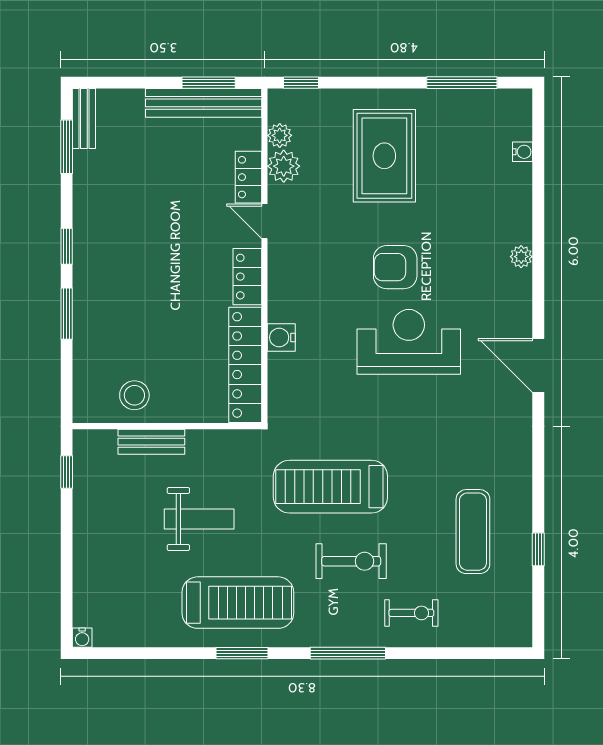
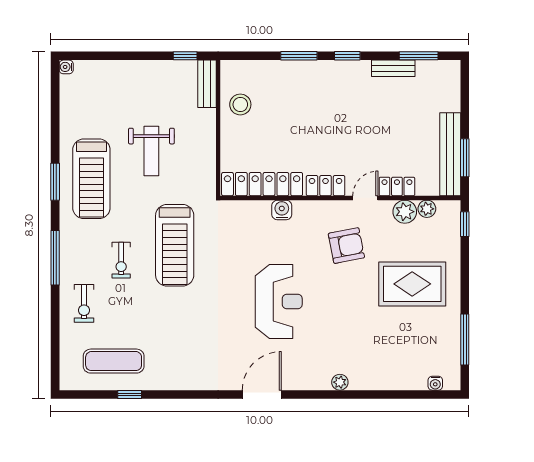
bench: (84, 119) -> (393, 68), moved
water cooler: (523, 152) -> (435, 383), moved
armchair: (395, 267) -> (346, 246), moved, turned 79
bench: (151, 442) -> (207, 84), moved
treadmill: (330, 487) -> (175, 245), turned 180
exercise mat: (473, 532) -> (114, 361), moved
exercise bike: (351, 561) -> (121, 260), width x0.73, depth x0.72

